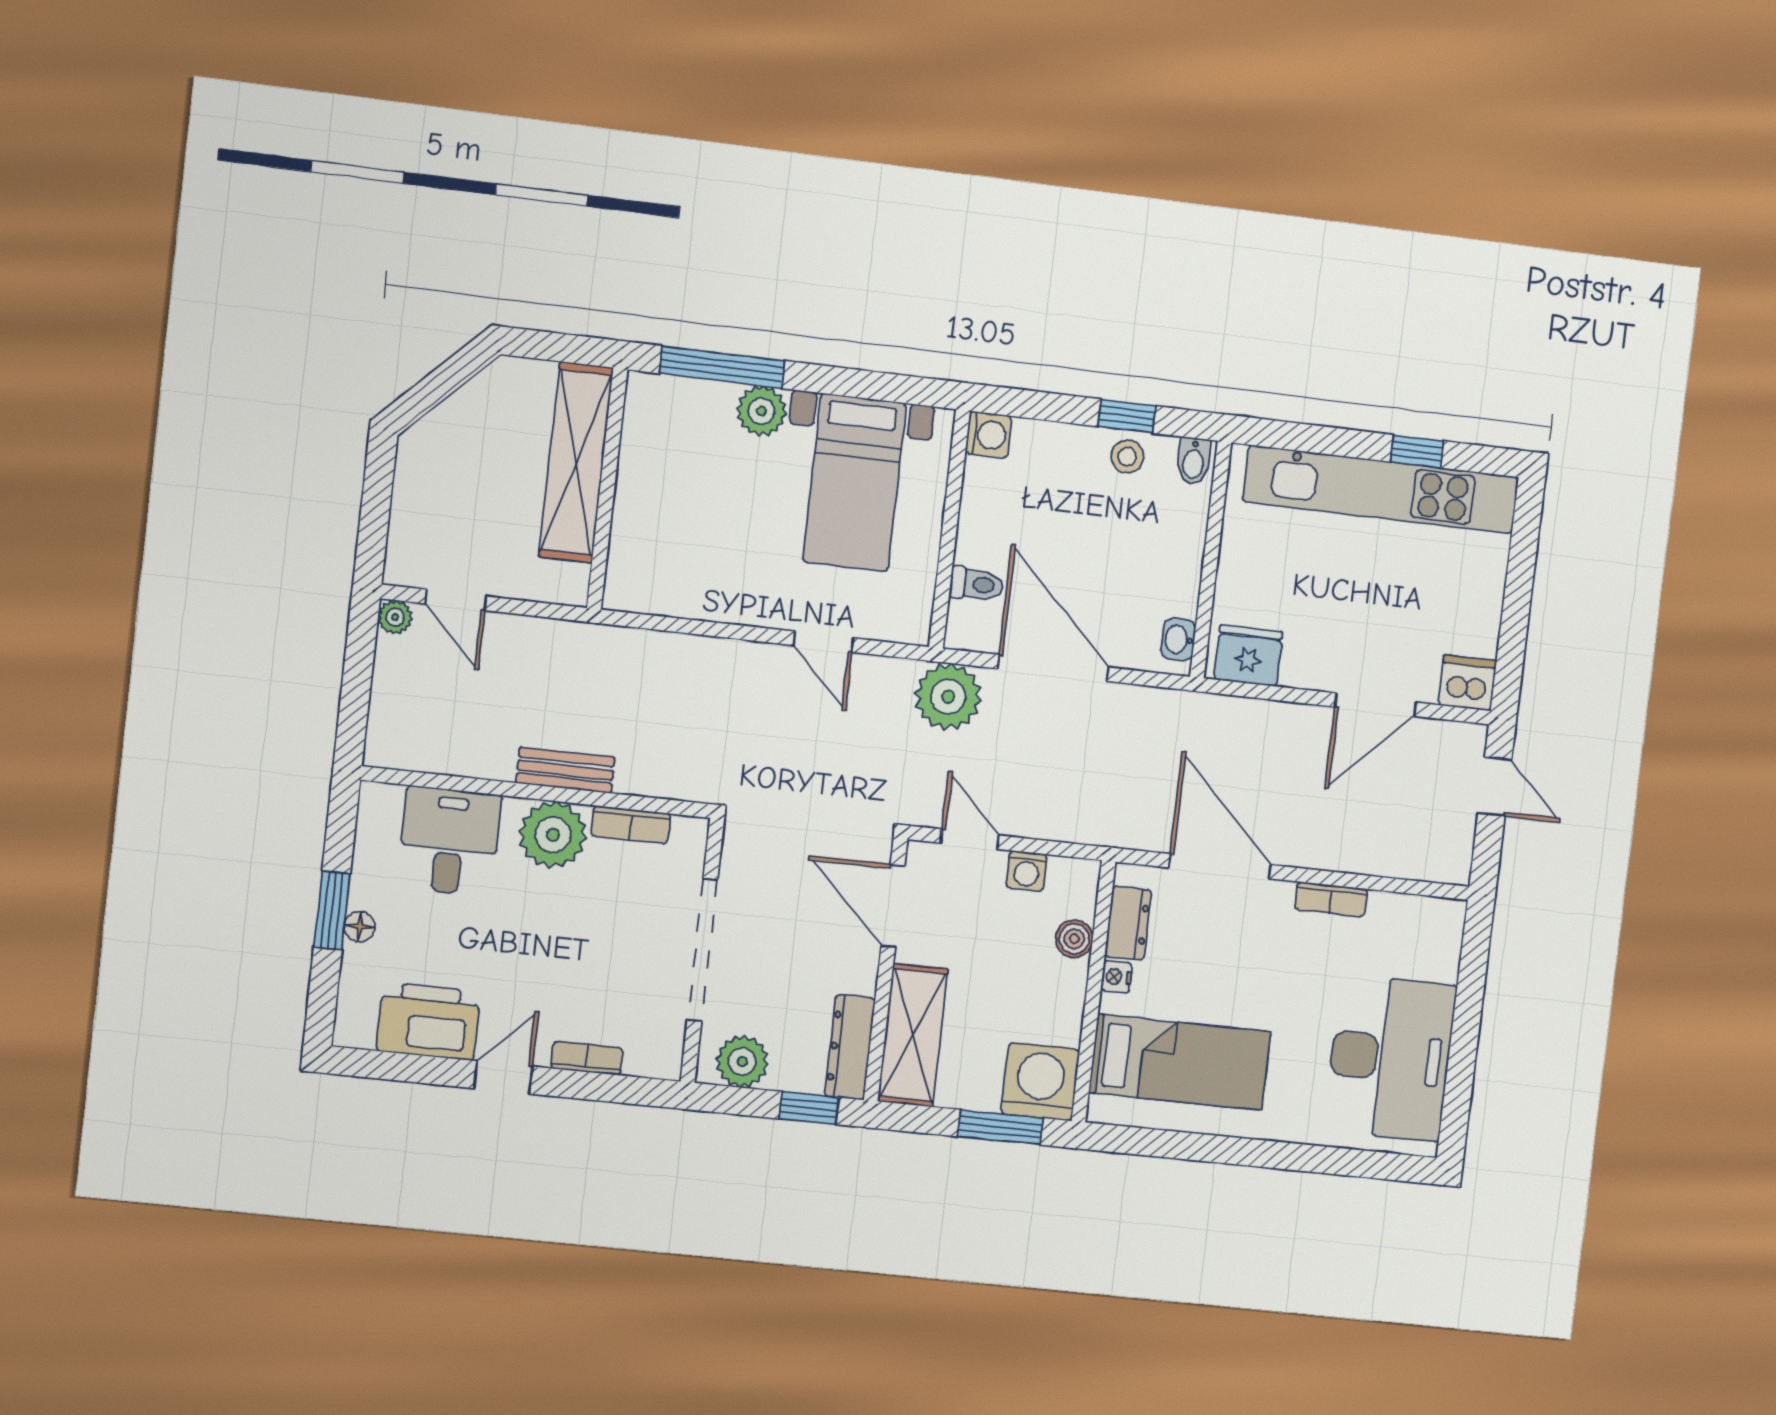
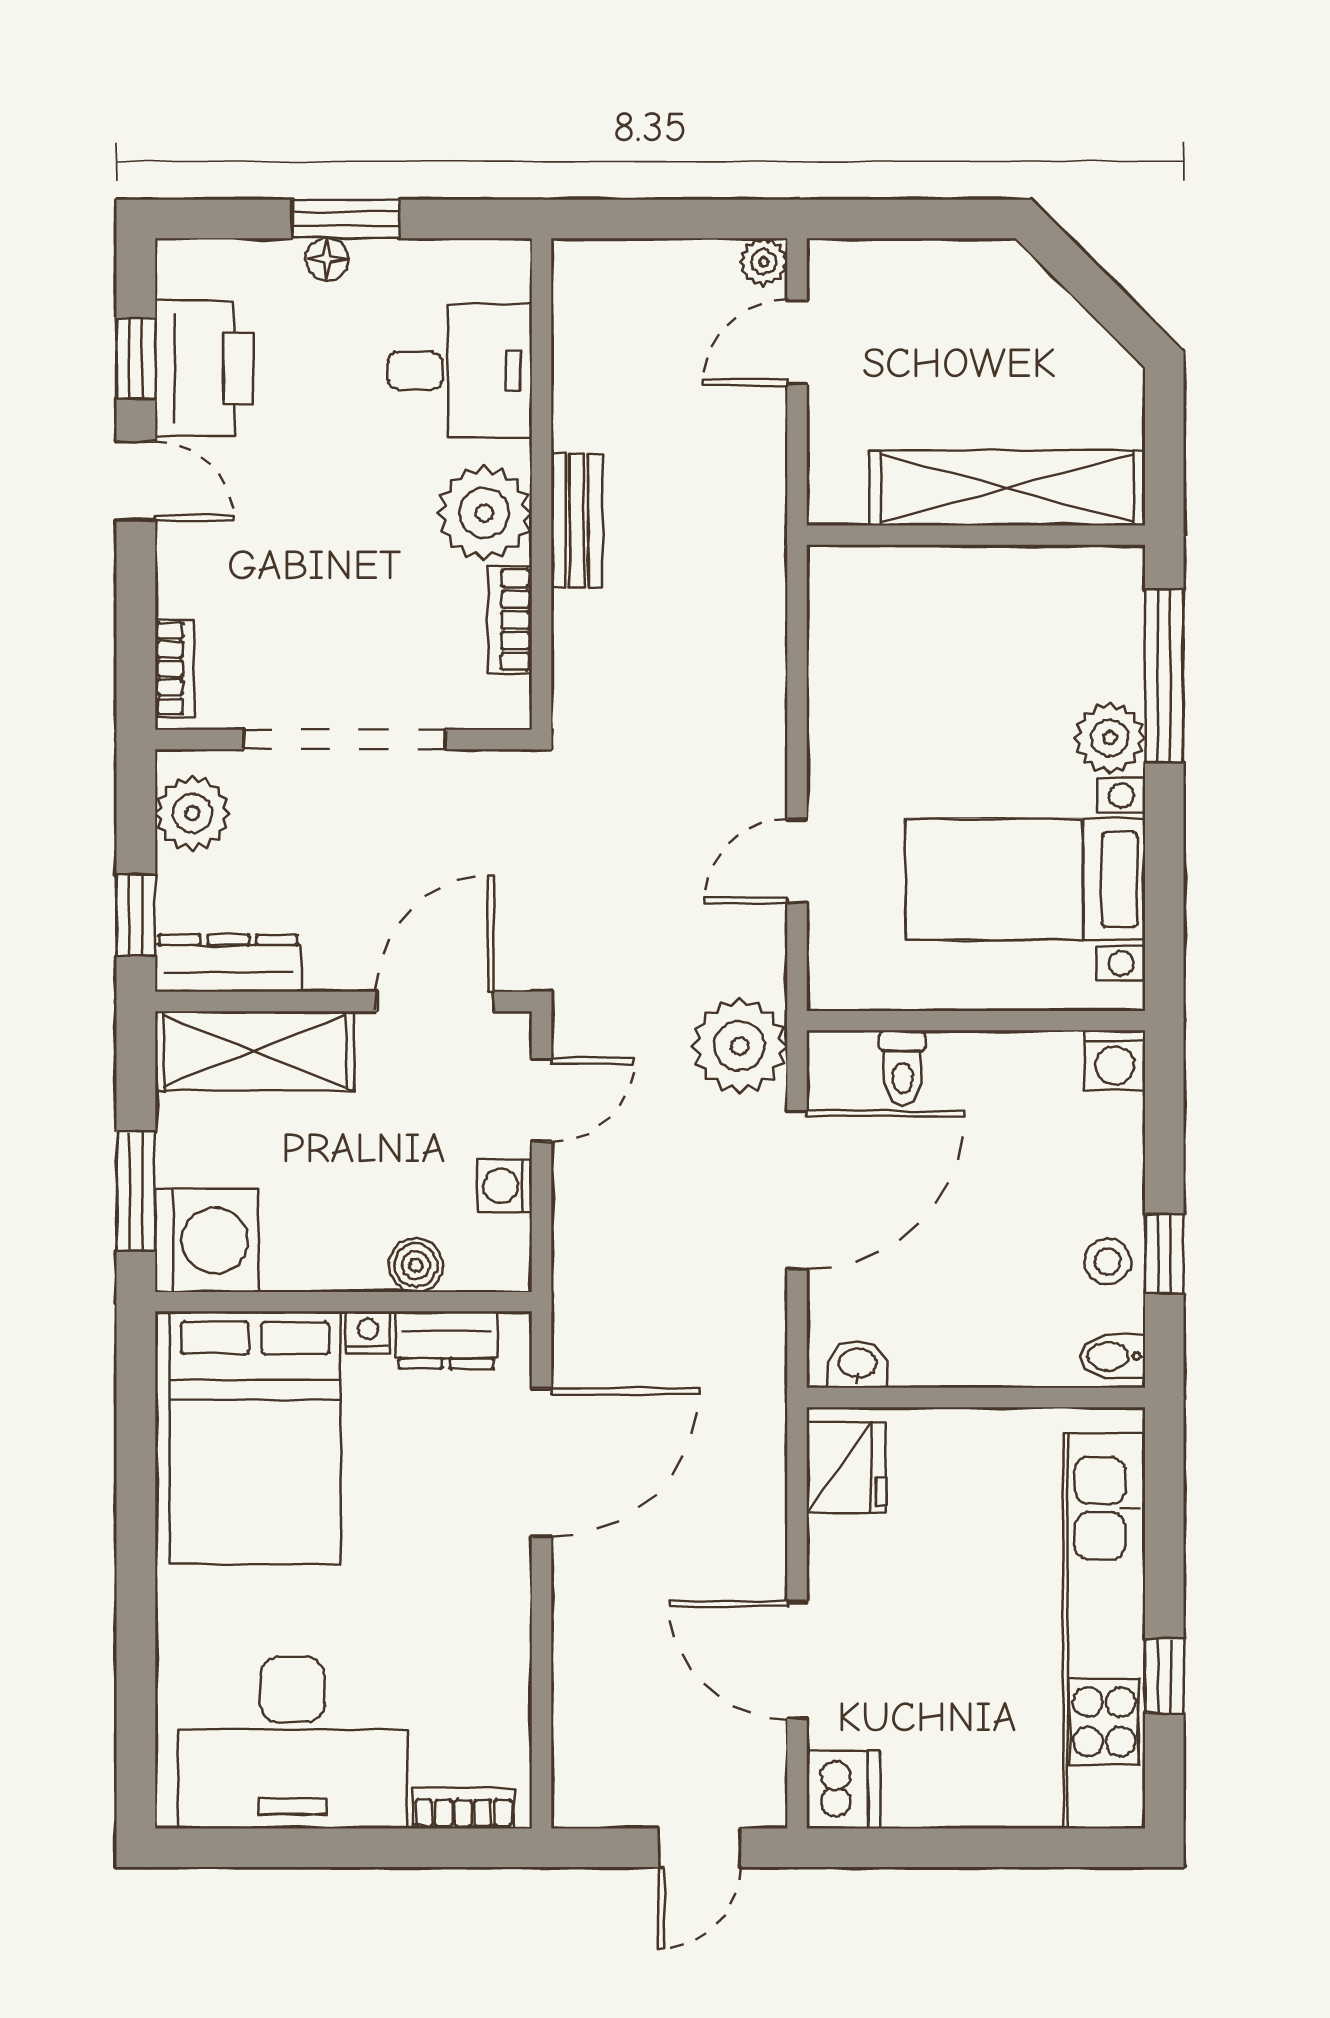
bookcase: (1331, 899) -> (463, 1808), moved, turned 90
bookcase: (587, 1058) -> (175, 669), moved
bed: (1180, 1062) -> (255, 1438), width x1.50
window: (416, 1069) -> (136, 358), added

